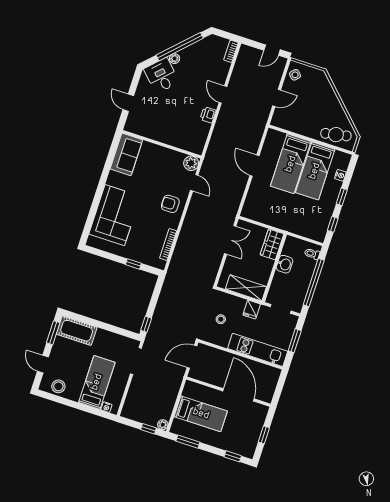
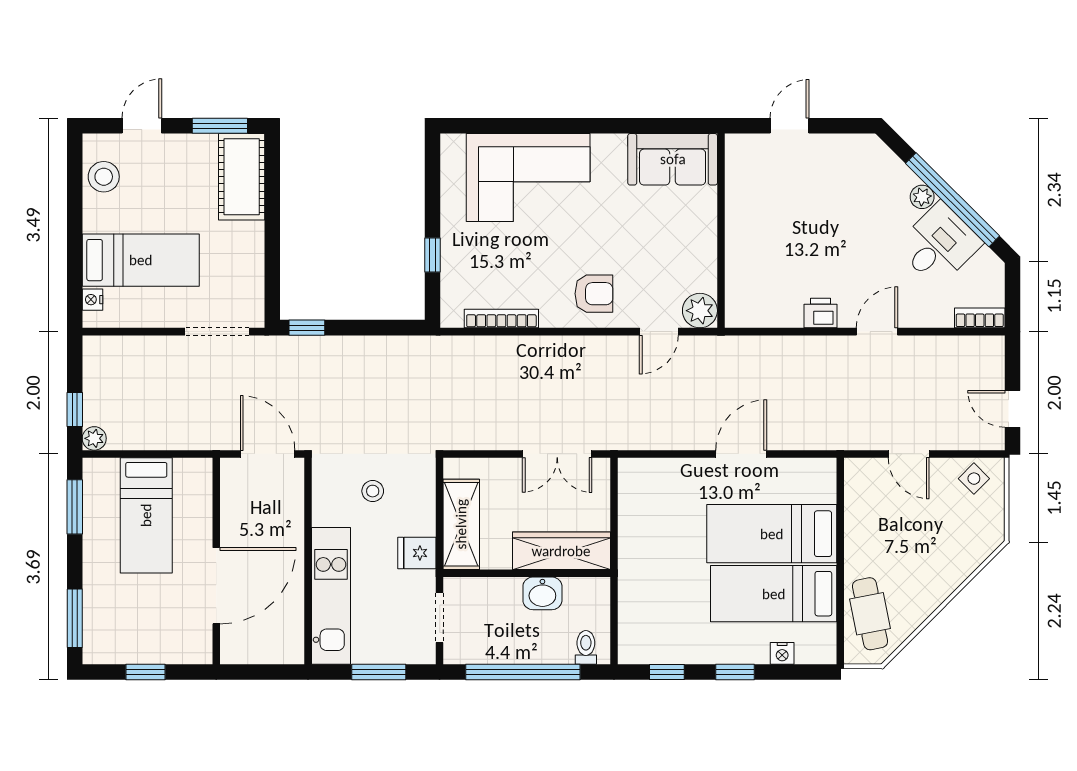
desk: (161, 76) -> (939, 245), moved
armchair: (170, 204) -> (594, 294), turned 90
wardrobe: (272, 244) -> (561, 551), width x1.50
window: (233, 456) -> (75, 618), width x1.50

